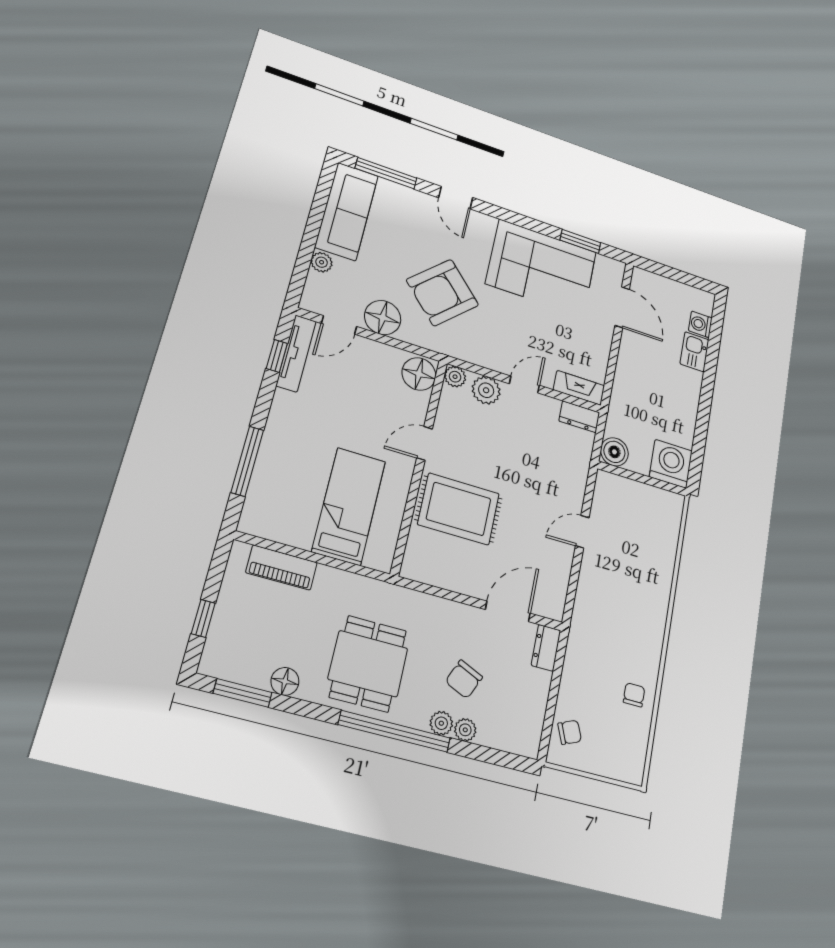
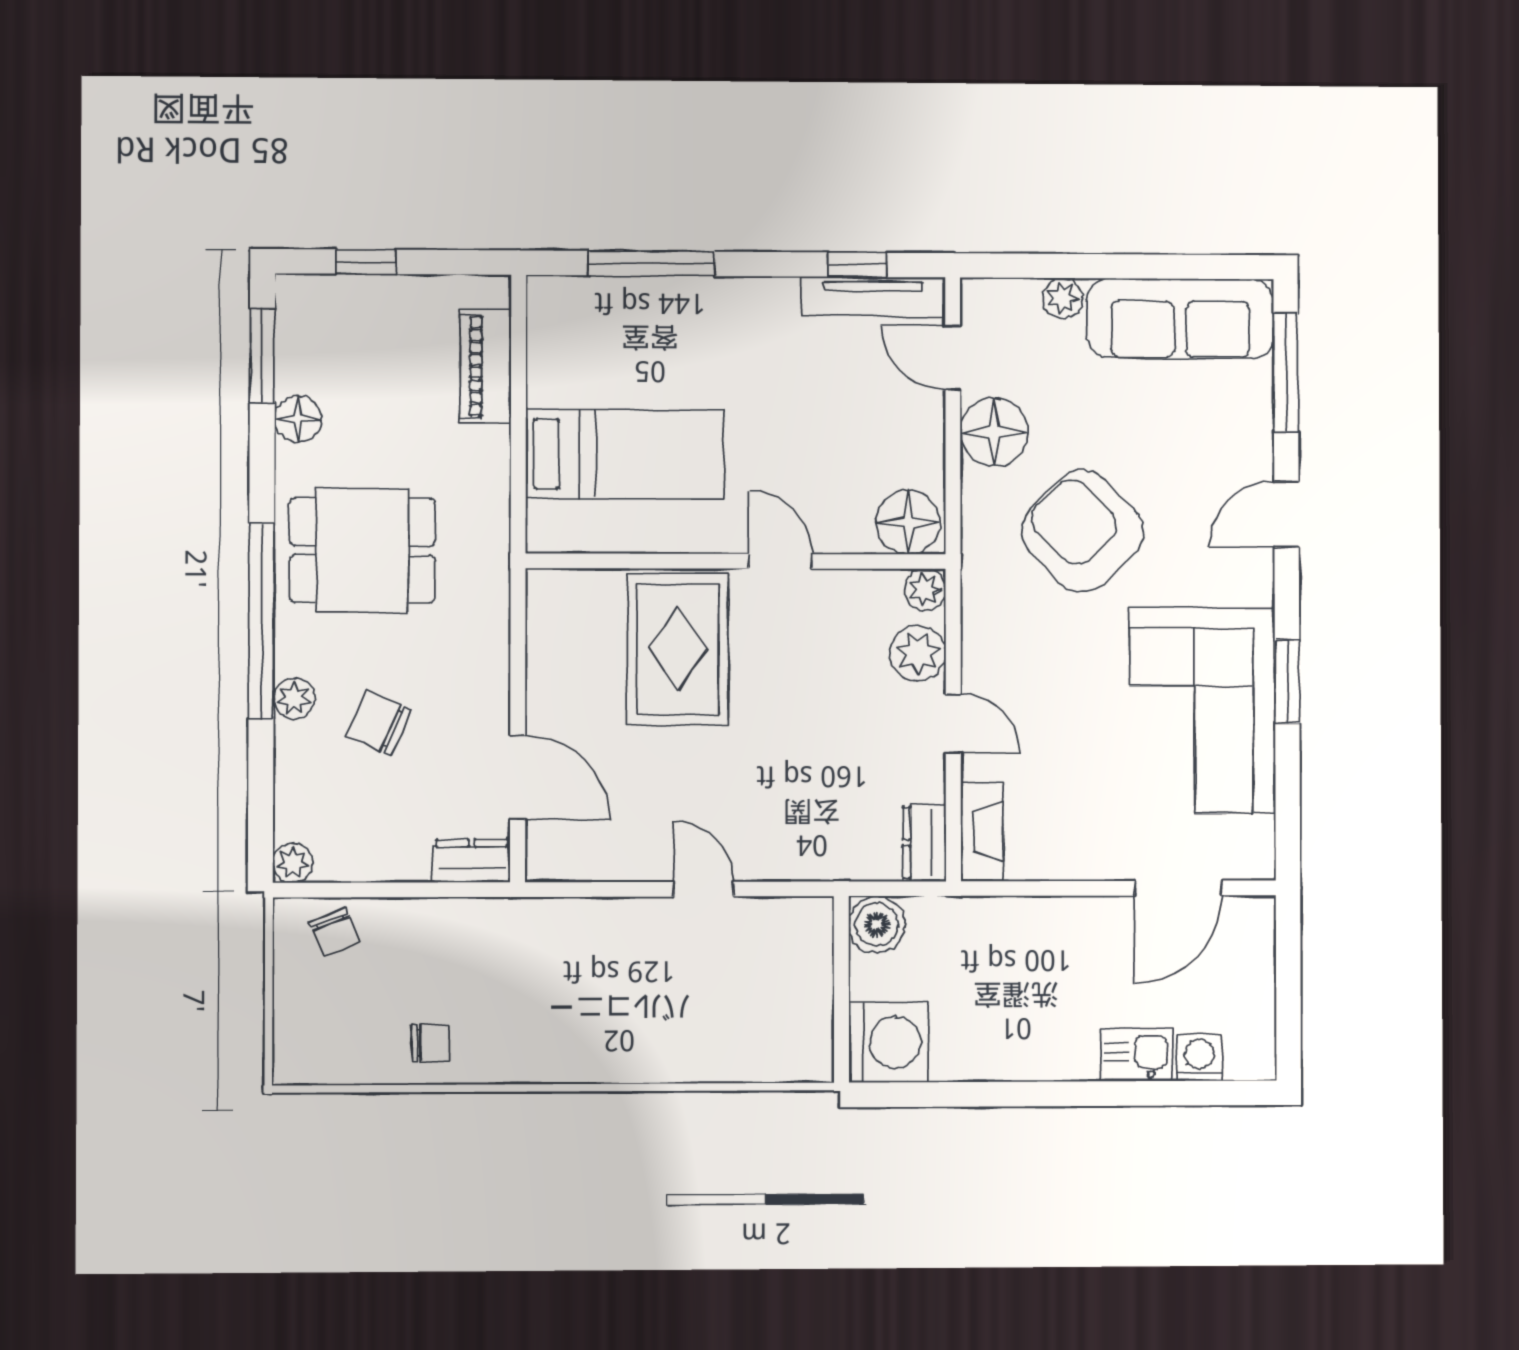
window: (580, 241) -> (1287, 682), moved
plant: (465, 730) -> (293, 863), moved

